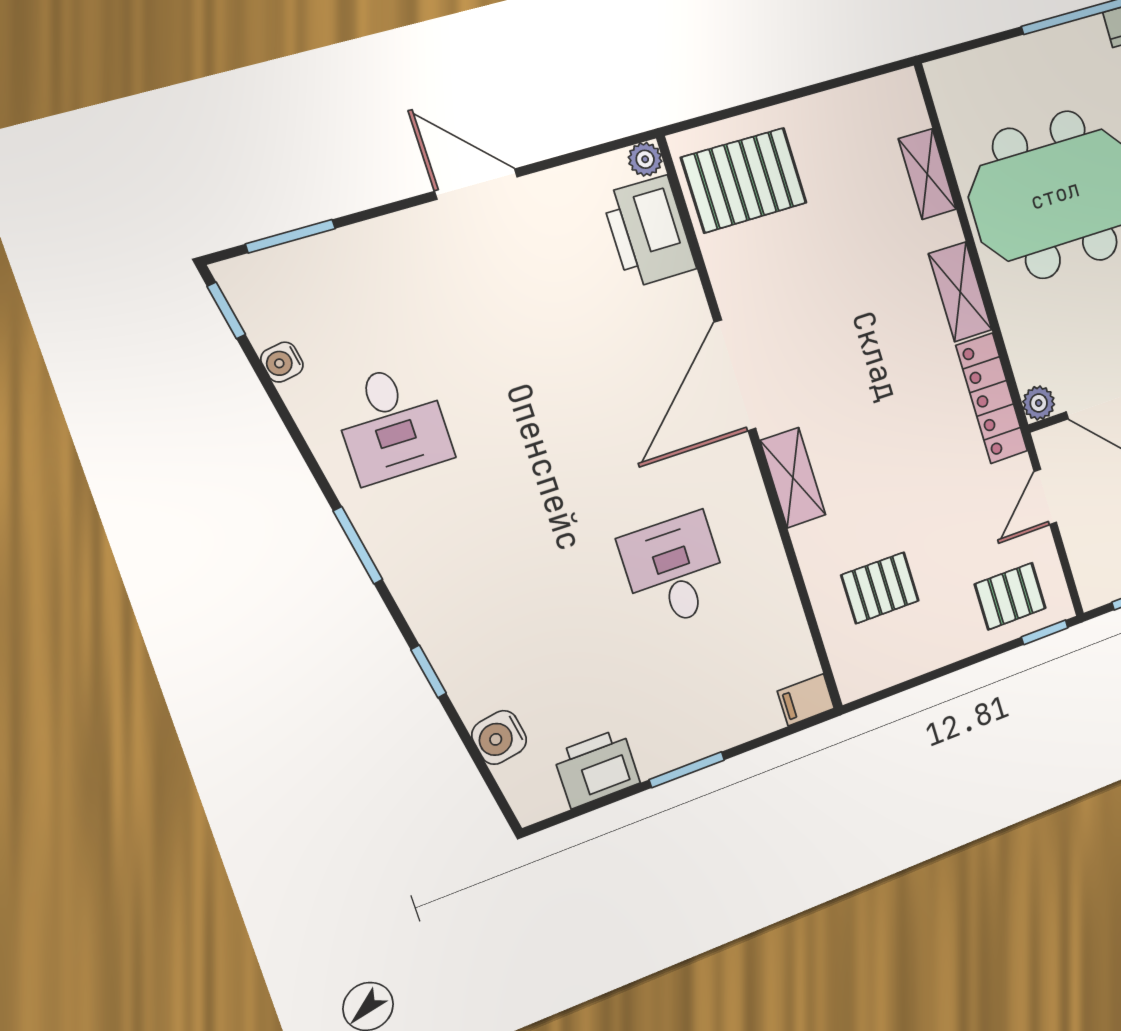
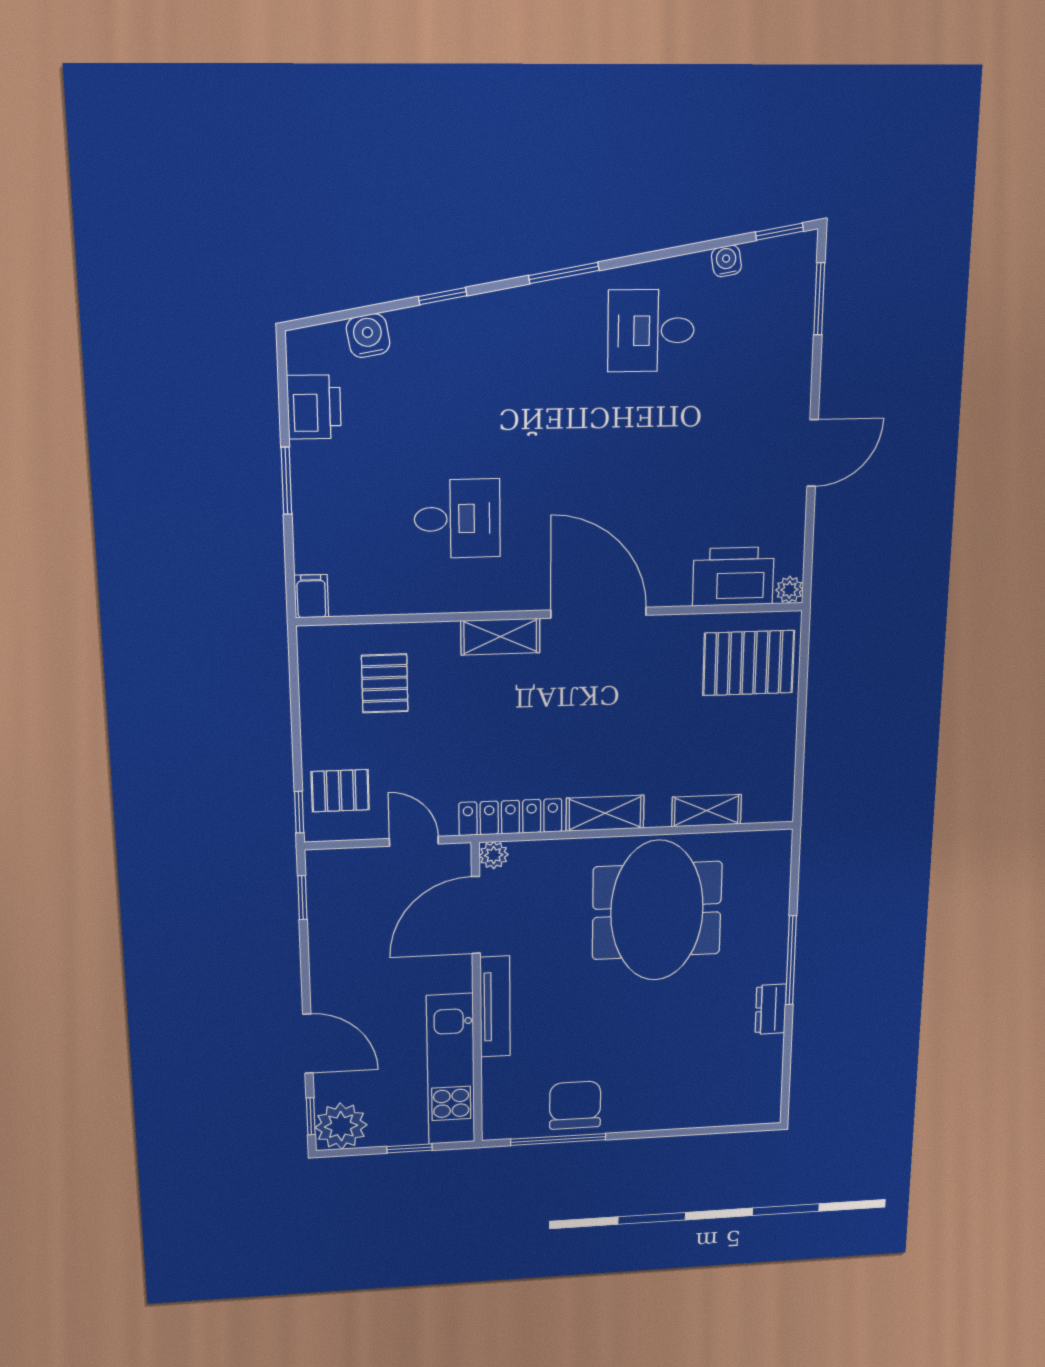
pallet: (744, 180) -> (749, 663), turned 90
pallet: (1010, 596) -> (340, 791), turned 90

